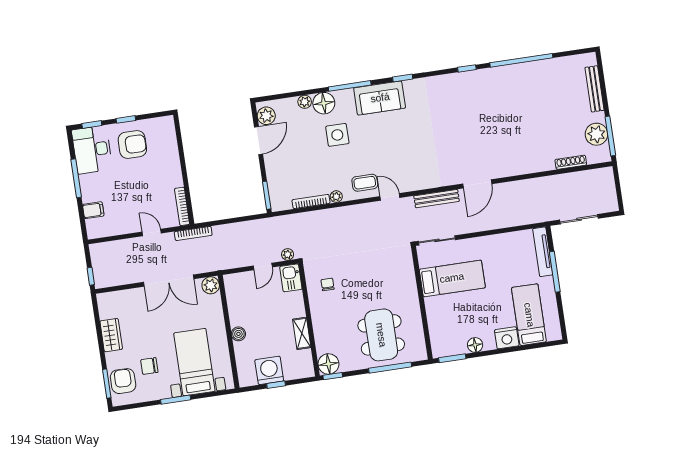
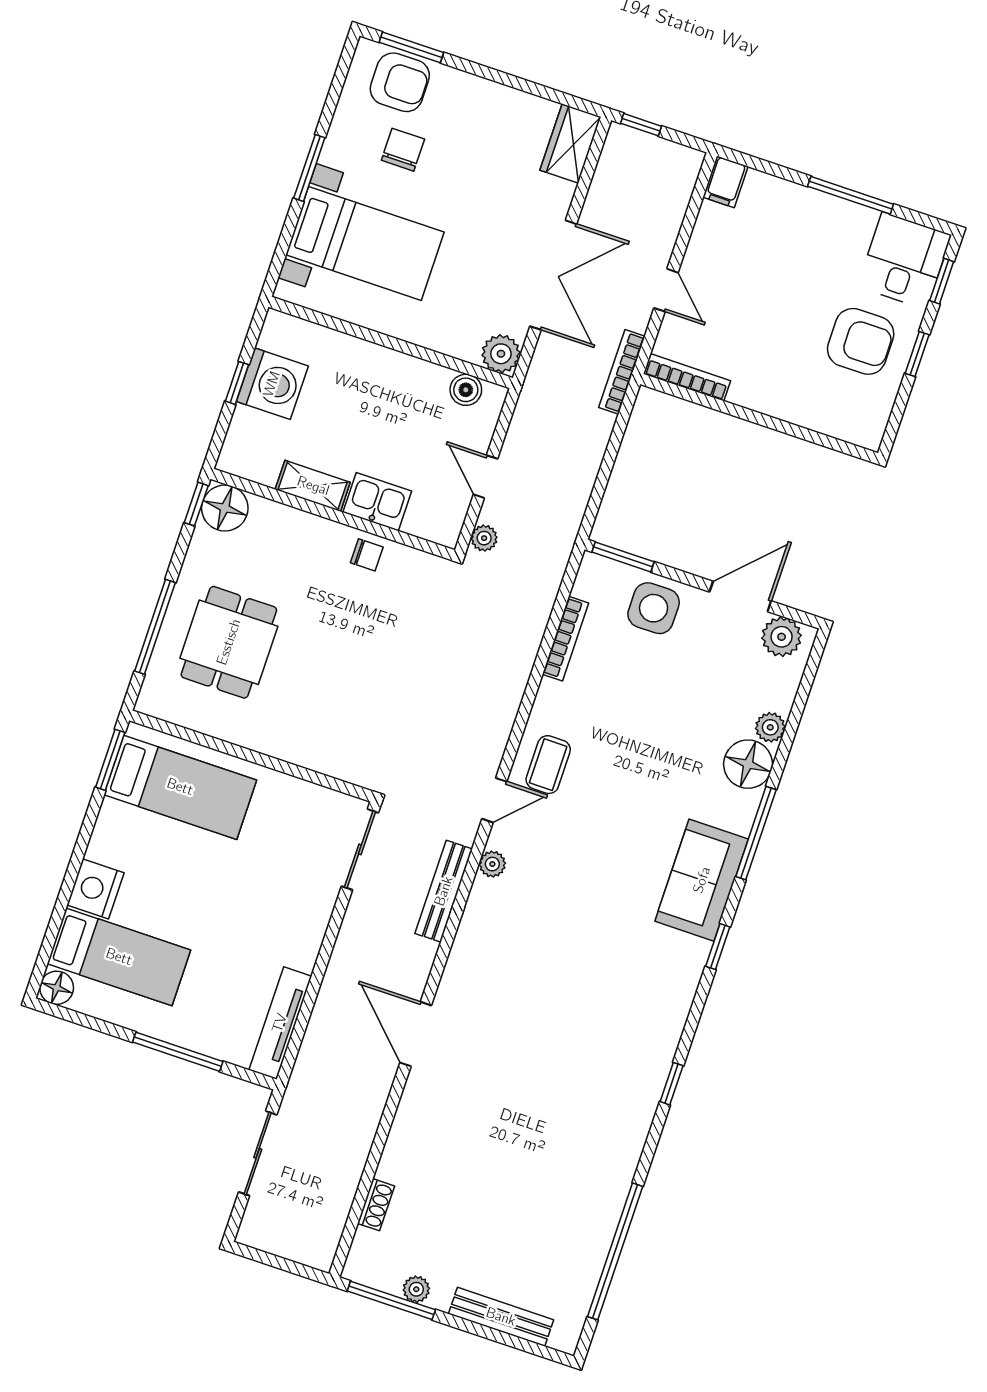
window: (521, 60) -> (615, 1251), moved
plant: (596, 134) -> (416, 1289), width x0.53, depth x0.53
side table: (337, 135) -> (654, 608), moved
door: (259, 140) -> (740, 596), swing flipped
armchair: (132, 144) -> (861, 341), turned -90
desk: (92, 150) -> (904, 261), width x0.73
shoe rack: (571, 162) -> (376, 1205), width x0.70
door: (477, 184) -> (416, 1034), moved
plant: (336, 197) -> (492, 864), moved
filing cabinet: (93, 210) -> (725, 182), moved
door: (152, 233) -> (666, 290), hinge flipped
tv unit: (543, 252) -> (280, 1023), moved, turned -90
kitchen sink: (291, 278) -> (377, 502), moved
bed: (452, 278) -> (180, 787), moved, turned -90
double door: (169, 281) -> (553, 275), swing flipped
chair: (328, 284) -> (367, 555), moved
boiler: (238, 334) -> (466, 390), moved
wardrobe: (111, 335) -> (570, 144), moved, turned 90
dining table: (381, 335) -> (229, 642), width x0.73
floor lamp: (475, 345) -> (57, 988), moved

